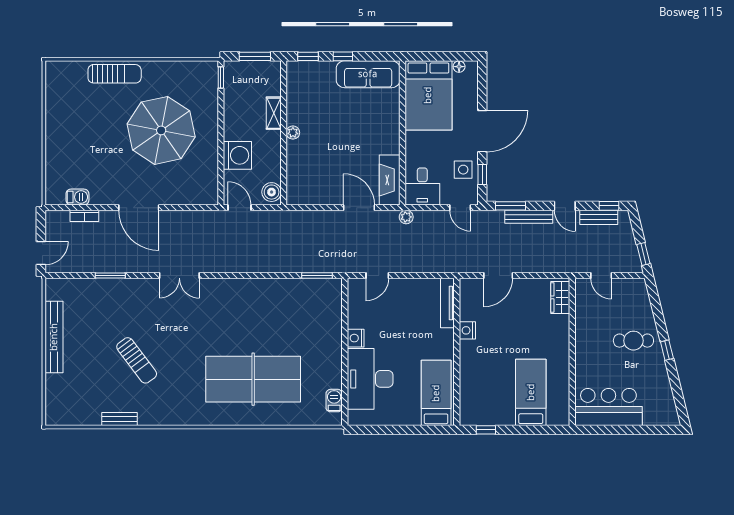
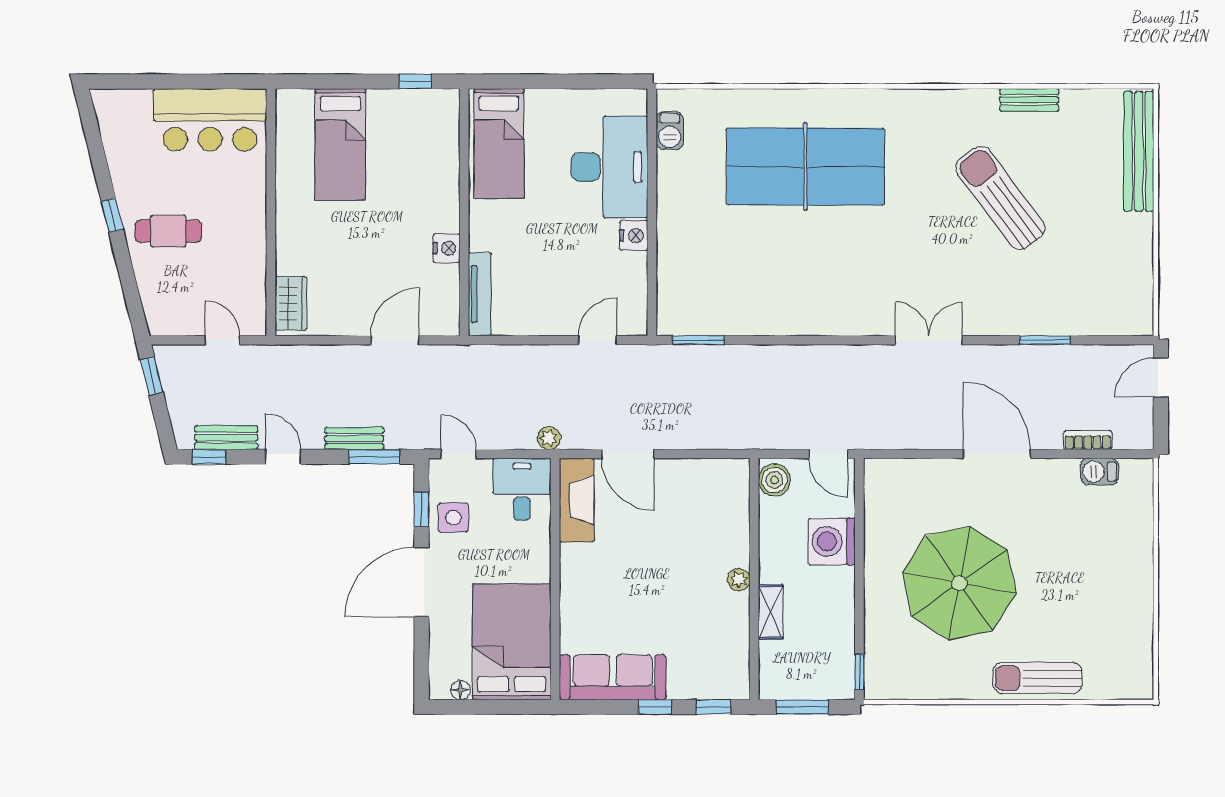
bench: (529, 217) -> (354, 438), width x0.73
bench: (54, 337) -> (1139, 151), moved
sun lounger: (137, 360) -> (1000, 198), width x1.36, depth x1.34

